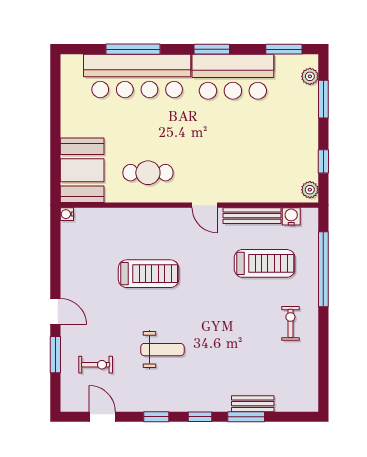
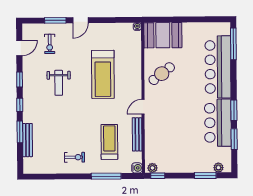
window: (133, 49) -> (233, 44), moved
window: (284, 49) -> (234, 139), moved
window: (323, 161) -> (158, 176), moved
cafe table: (148, 173) -> (162, 74), turned 52
water cooler: (291, 216) -> (137, 168), moved
treadmill: (265, 263) -> (109, 142), turned 180
window: (323, 269) -> (106, 176), width x0.68
treadmill: (149, 274) -> (103, 74), width x1.37, depth x1.38
bench: (253, 404) -> (28, 140), width x1.36

